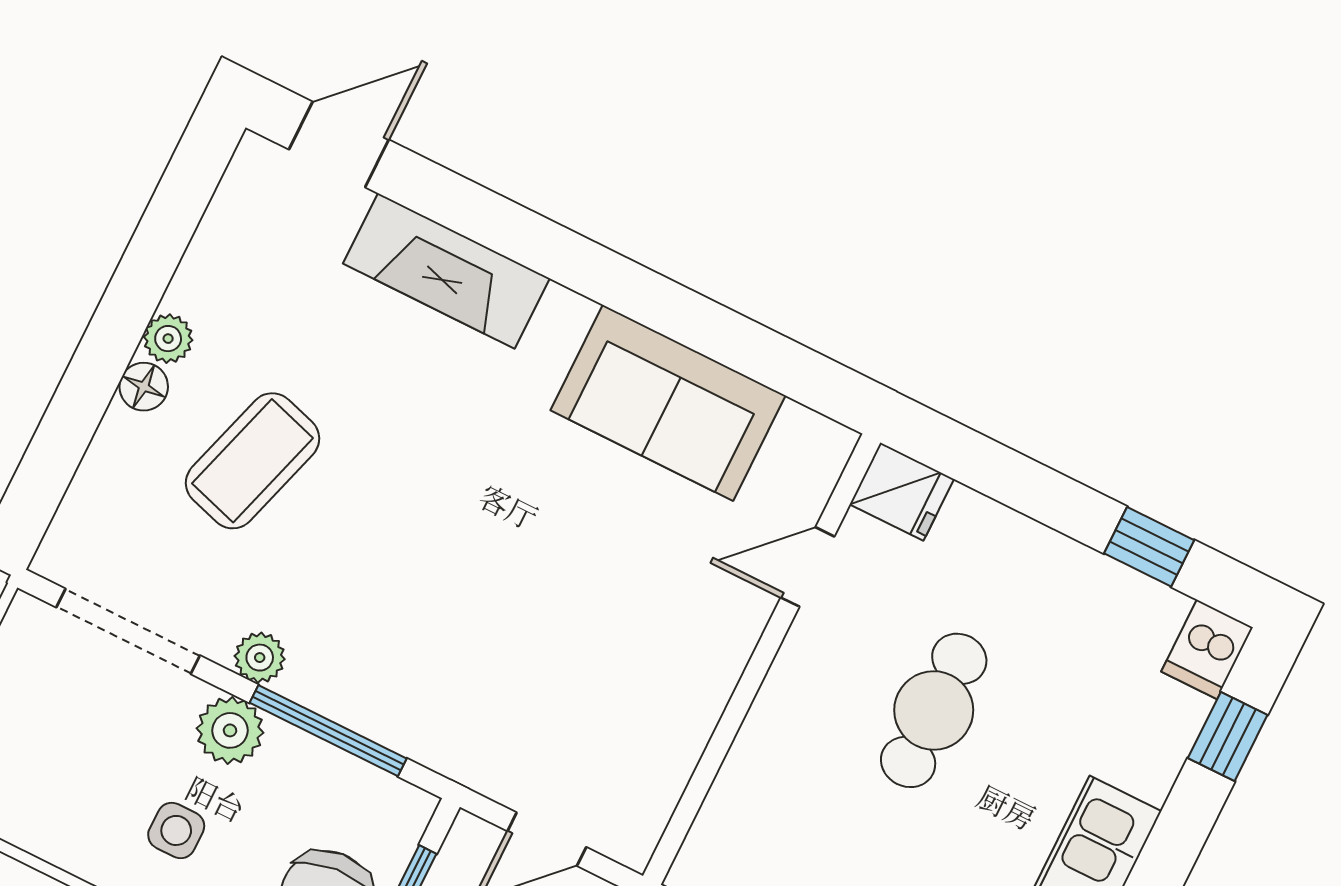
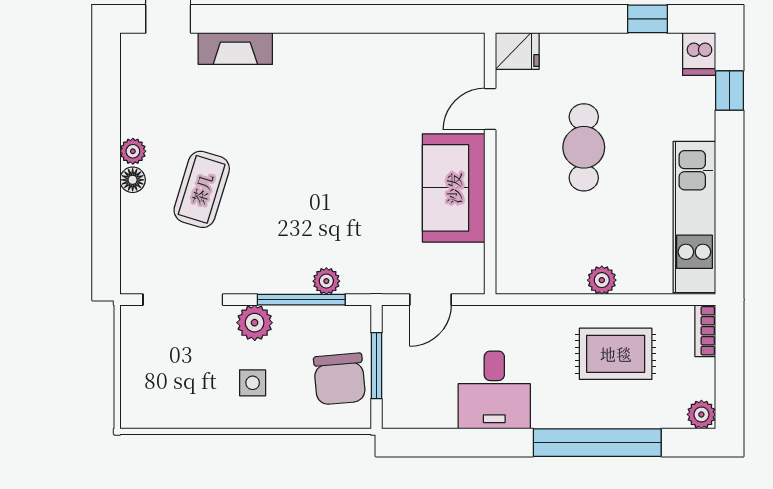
fireplace: (446, 271) -> (235, 49), width x0.73, depth x0.76
sofa: (668, 403) -> (454, 188), moved, turned 90
plant: (260, 658) -> (326, 281), moved

